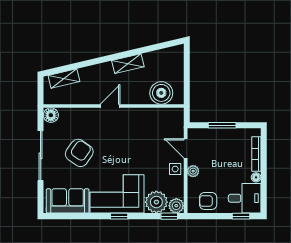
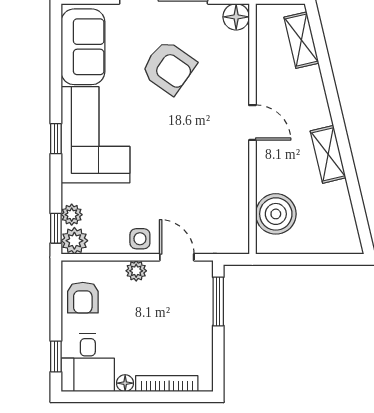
window: (222, 125) -> (218, 301), moved
door: (186, 148) -> (177, 257), hinge flipped
armchair: (208, 201) -> (83, 298), turned 180
plant: (156, 202) -> (72, 215), width x0.53, depth x0.53

